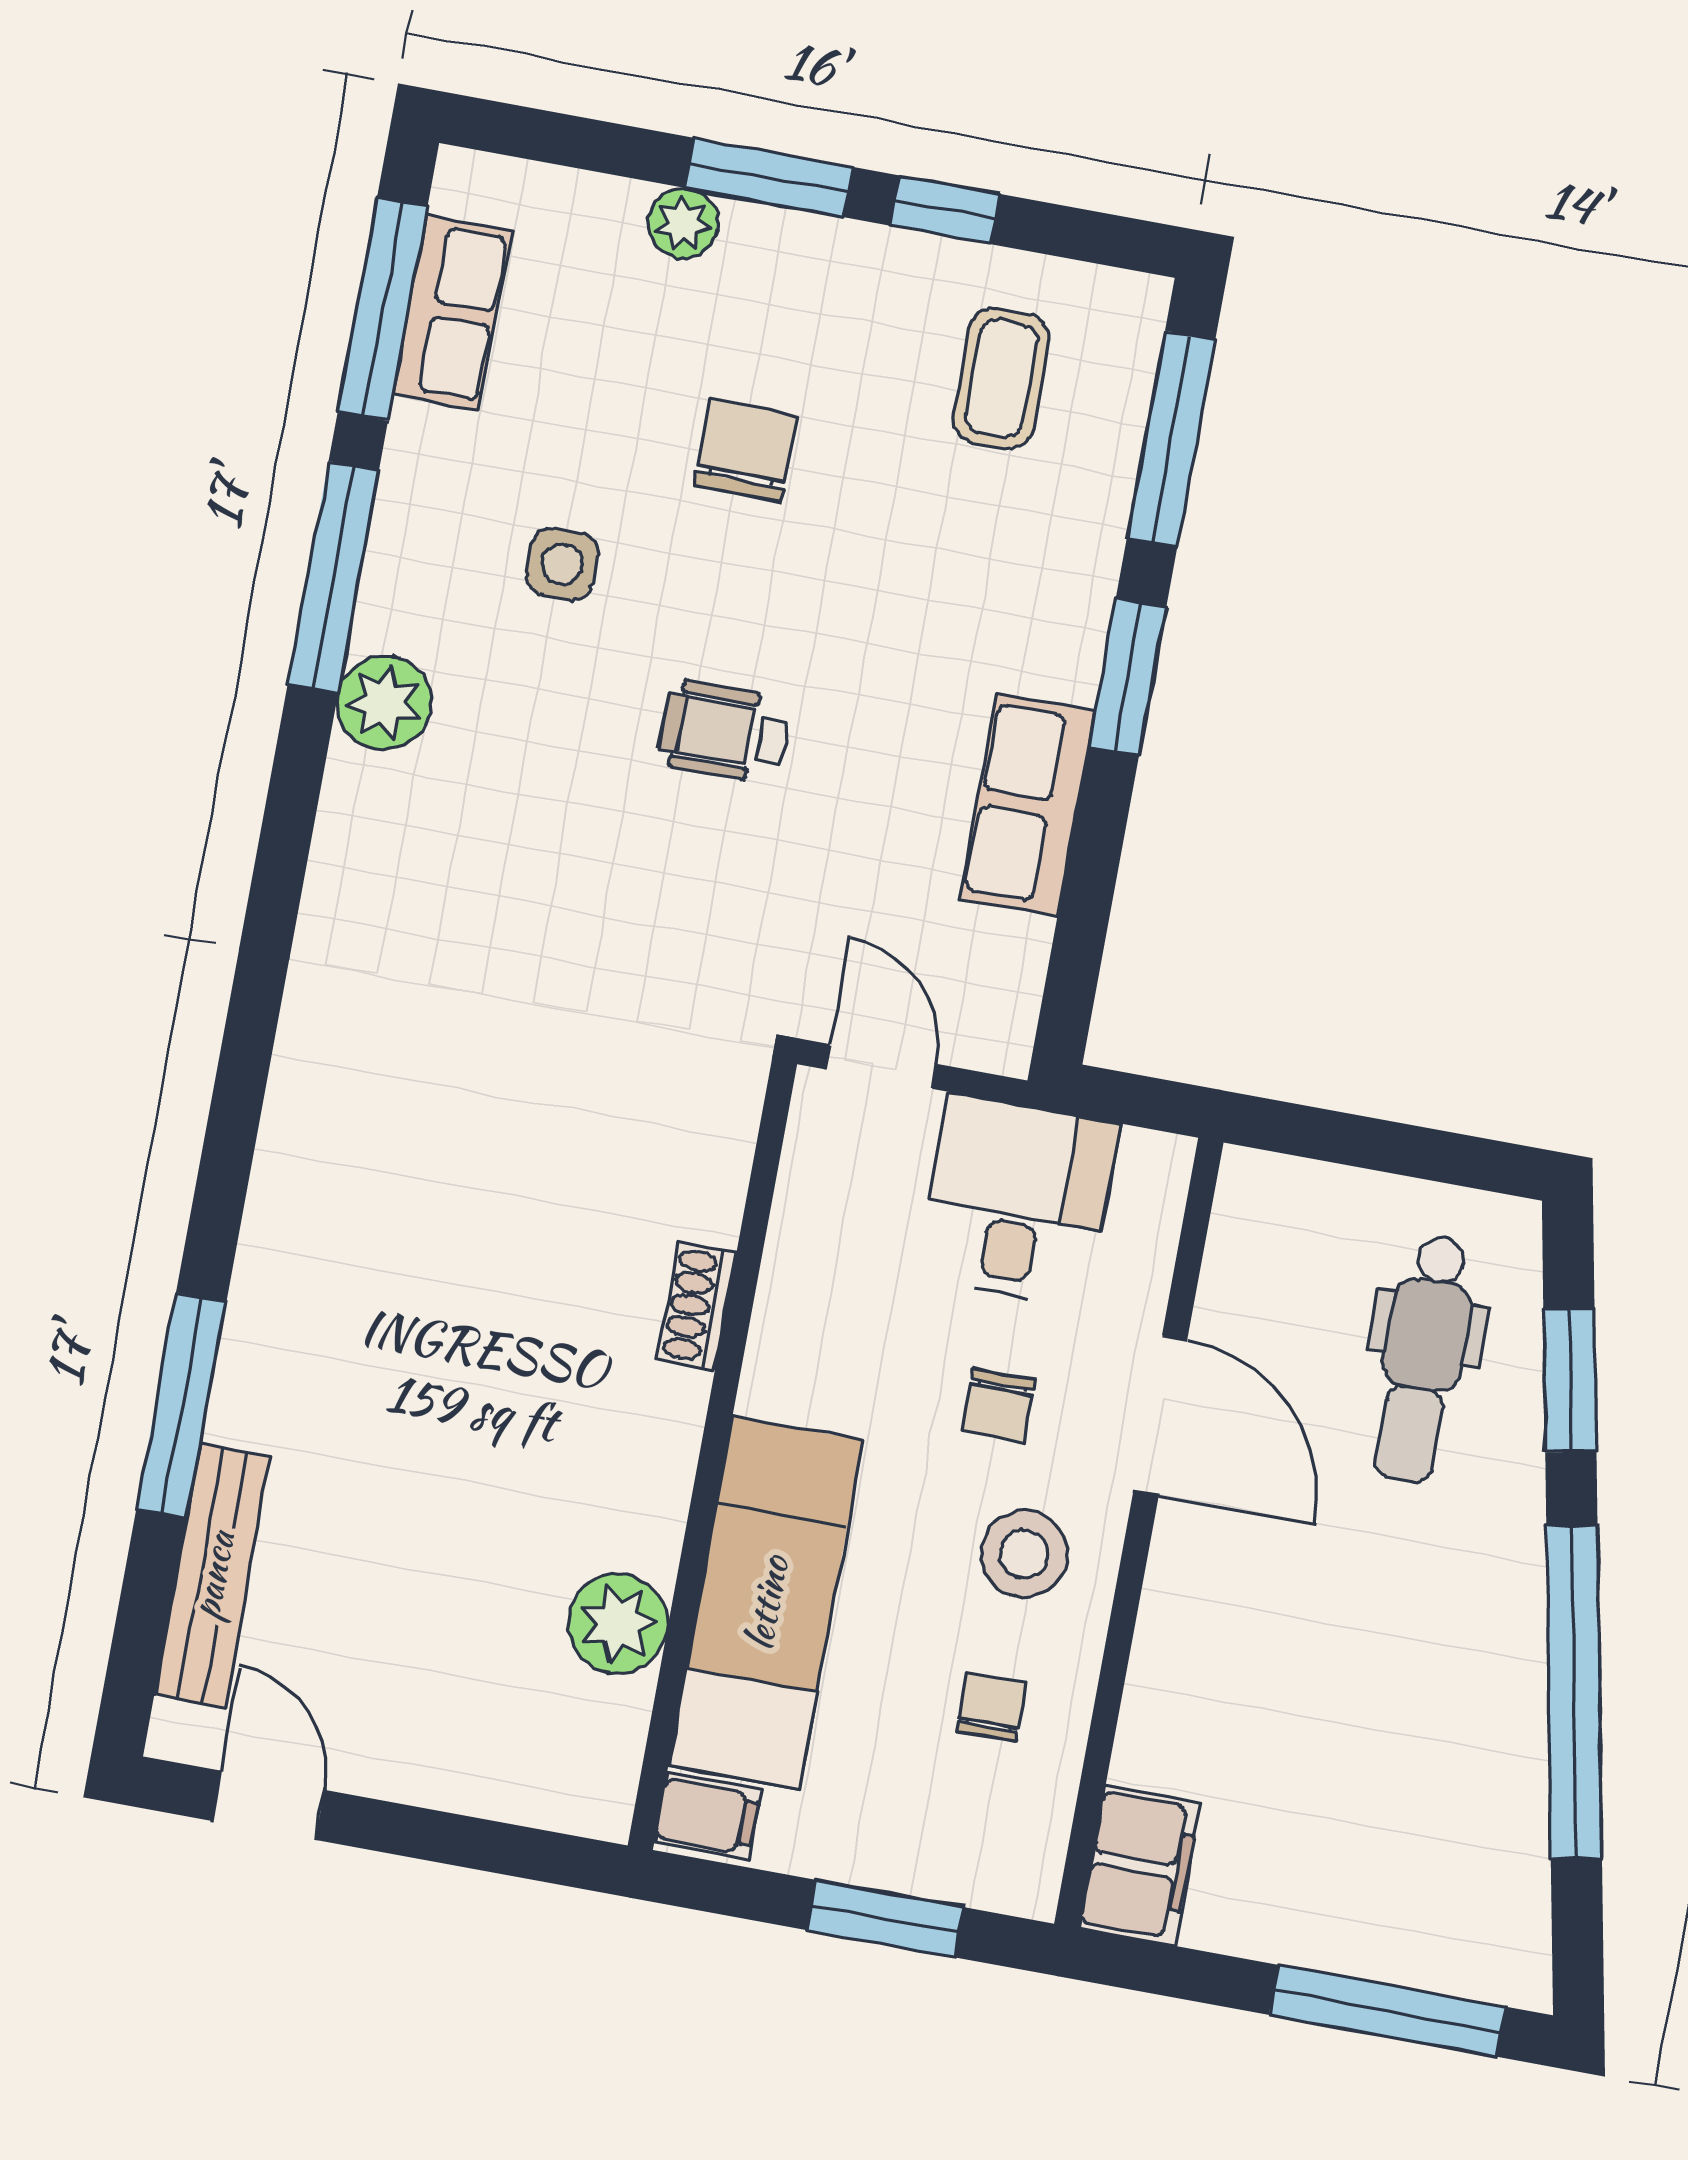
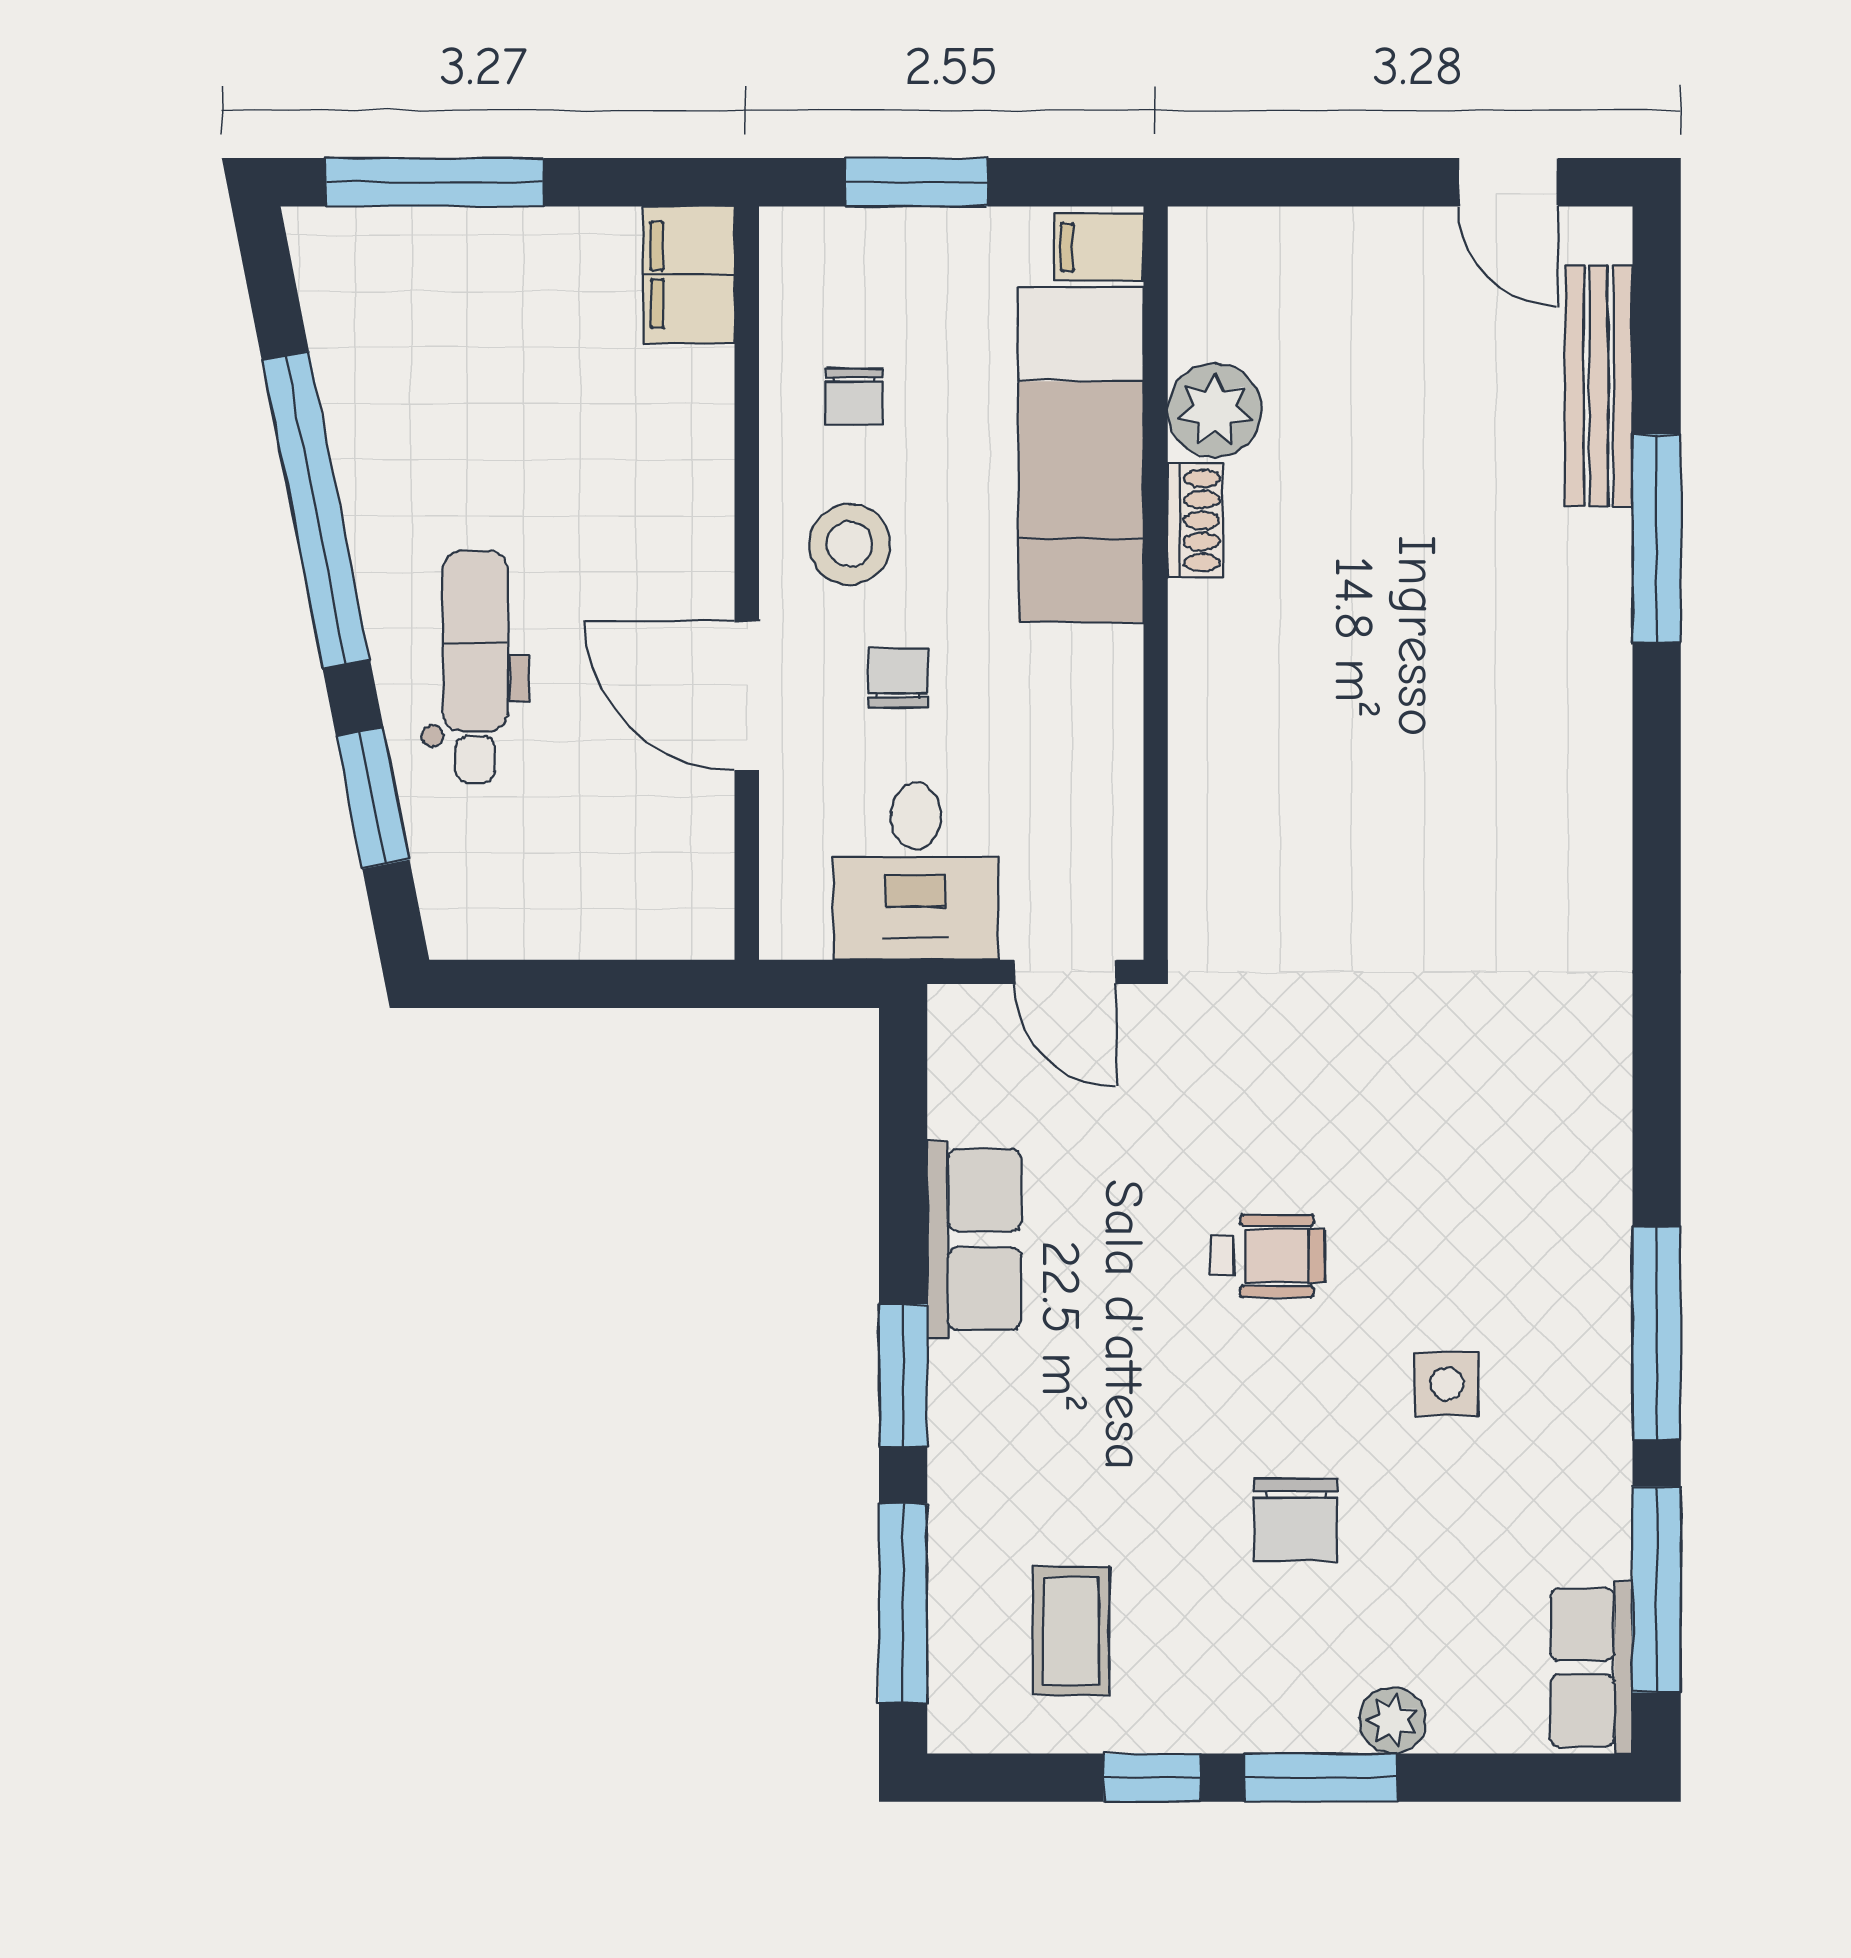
row of seats: (452, 312) -> (1591, 1667), moved
plant: (384, 703) -> (1588, 1225), removed
shoe rack: (697, 1306) -> (1195, 521), moved
dental chair: (1423, 1359) -> (475, 666), moved

